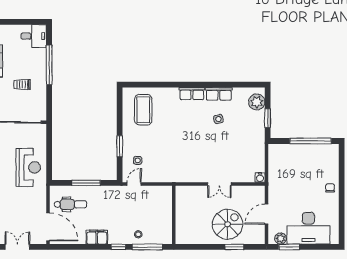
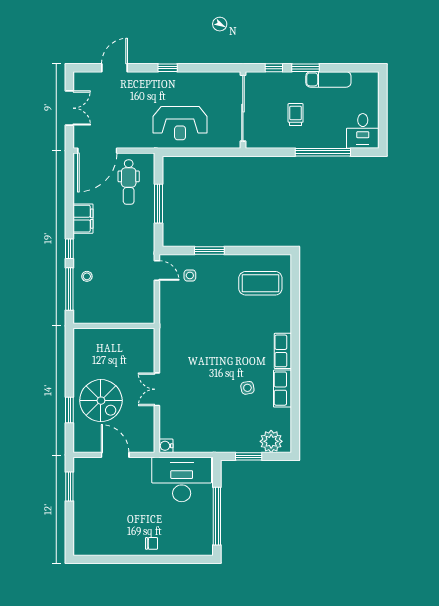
desk: (308, 228) -> (182, 479), moved, turned 90
plant: (281, 239) -> (81, 474), removed

